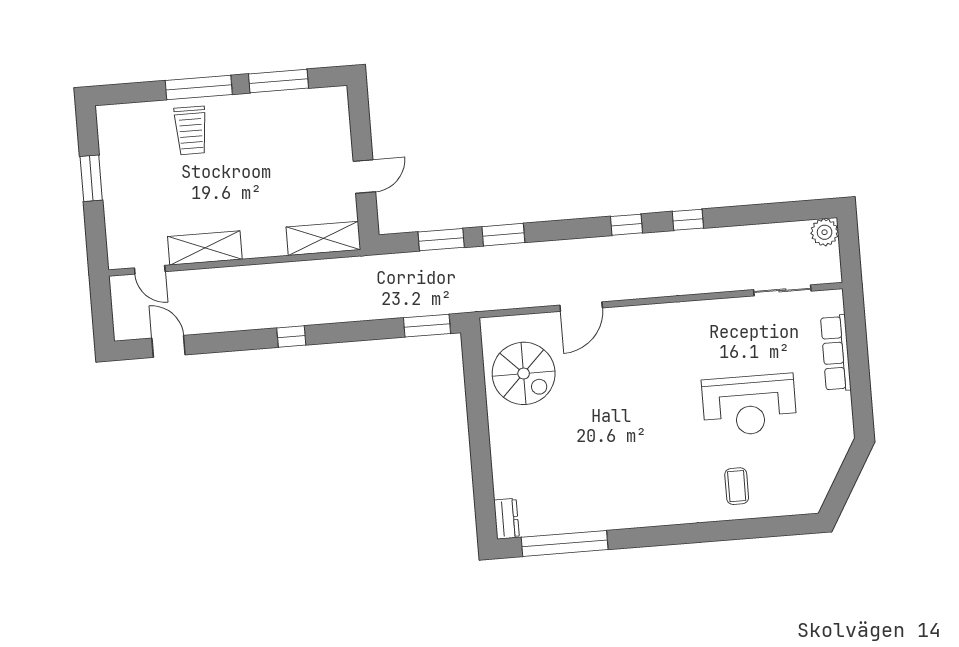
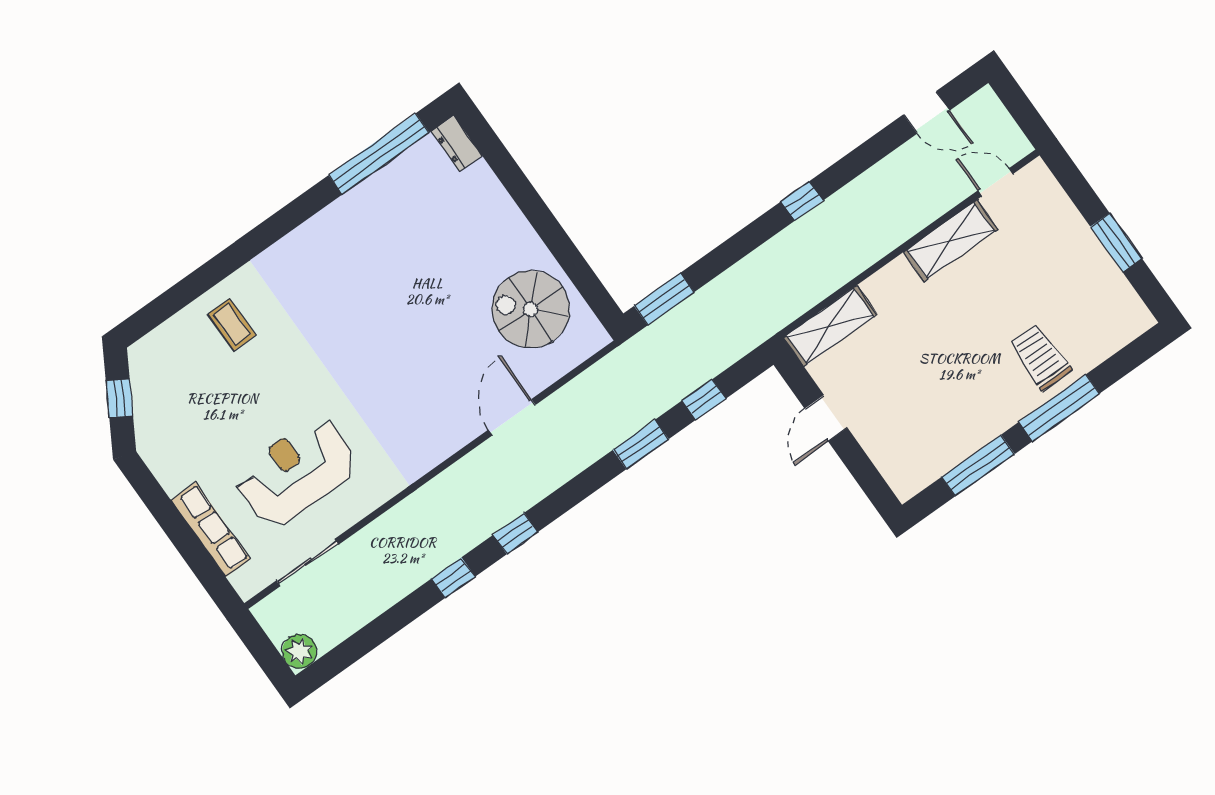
window: (441, 240) -> (704, 400), width x0.67
reception desk: (749, 405) -> (296, 472), moved
window: (845, 482) -> (119, 398), added

